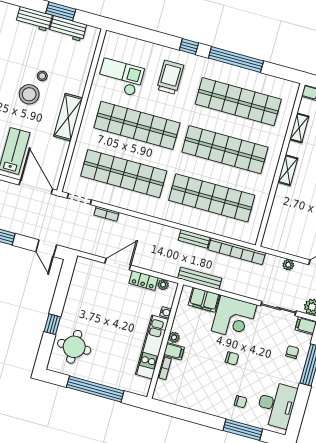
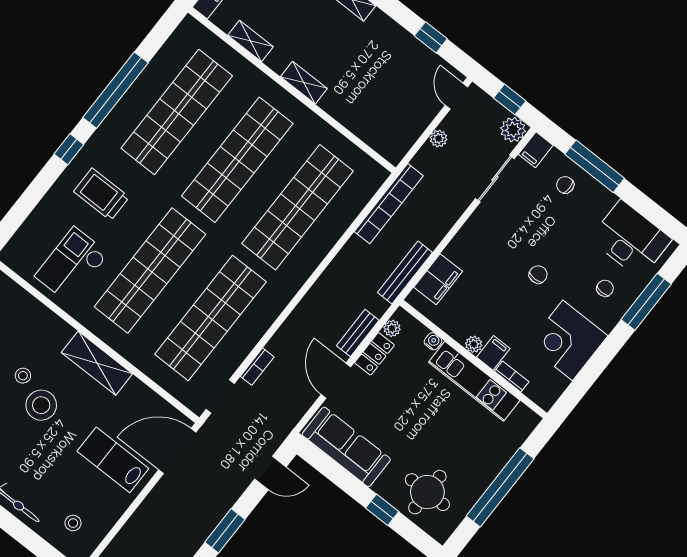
bench: (194, 239) -> (358, 333), moved
sofa: (81, 287) -> (346, 447), added
corner desk: (234, 318) -> (568, 340), moved, turned 180

